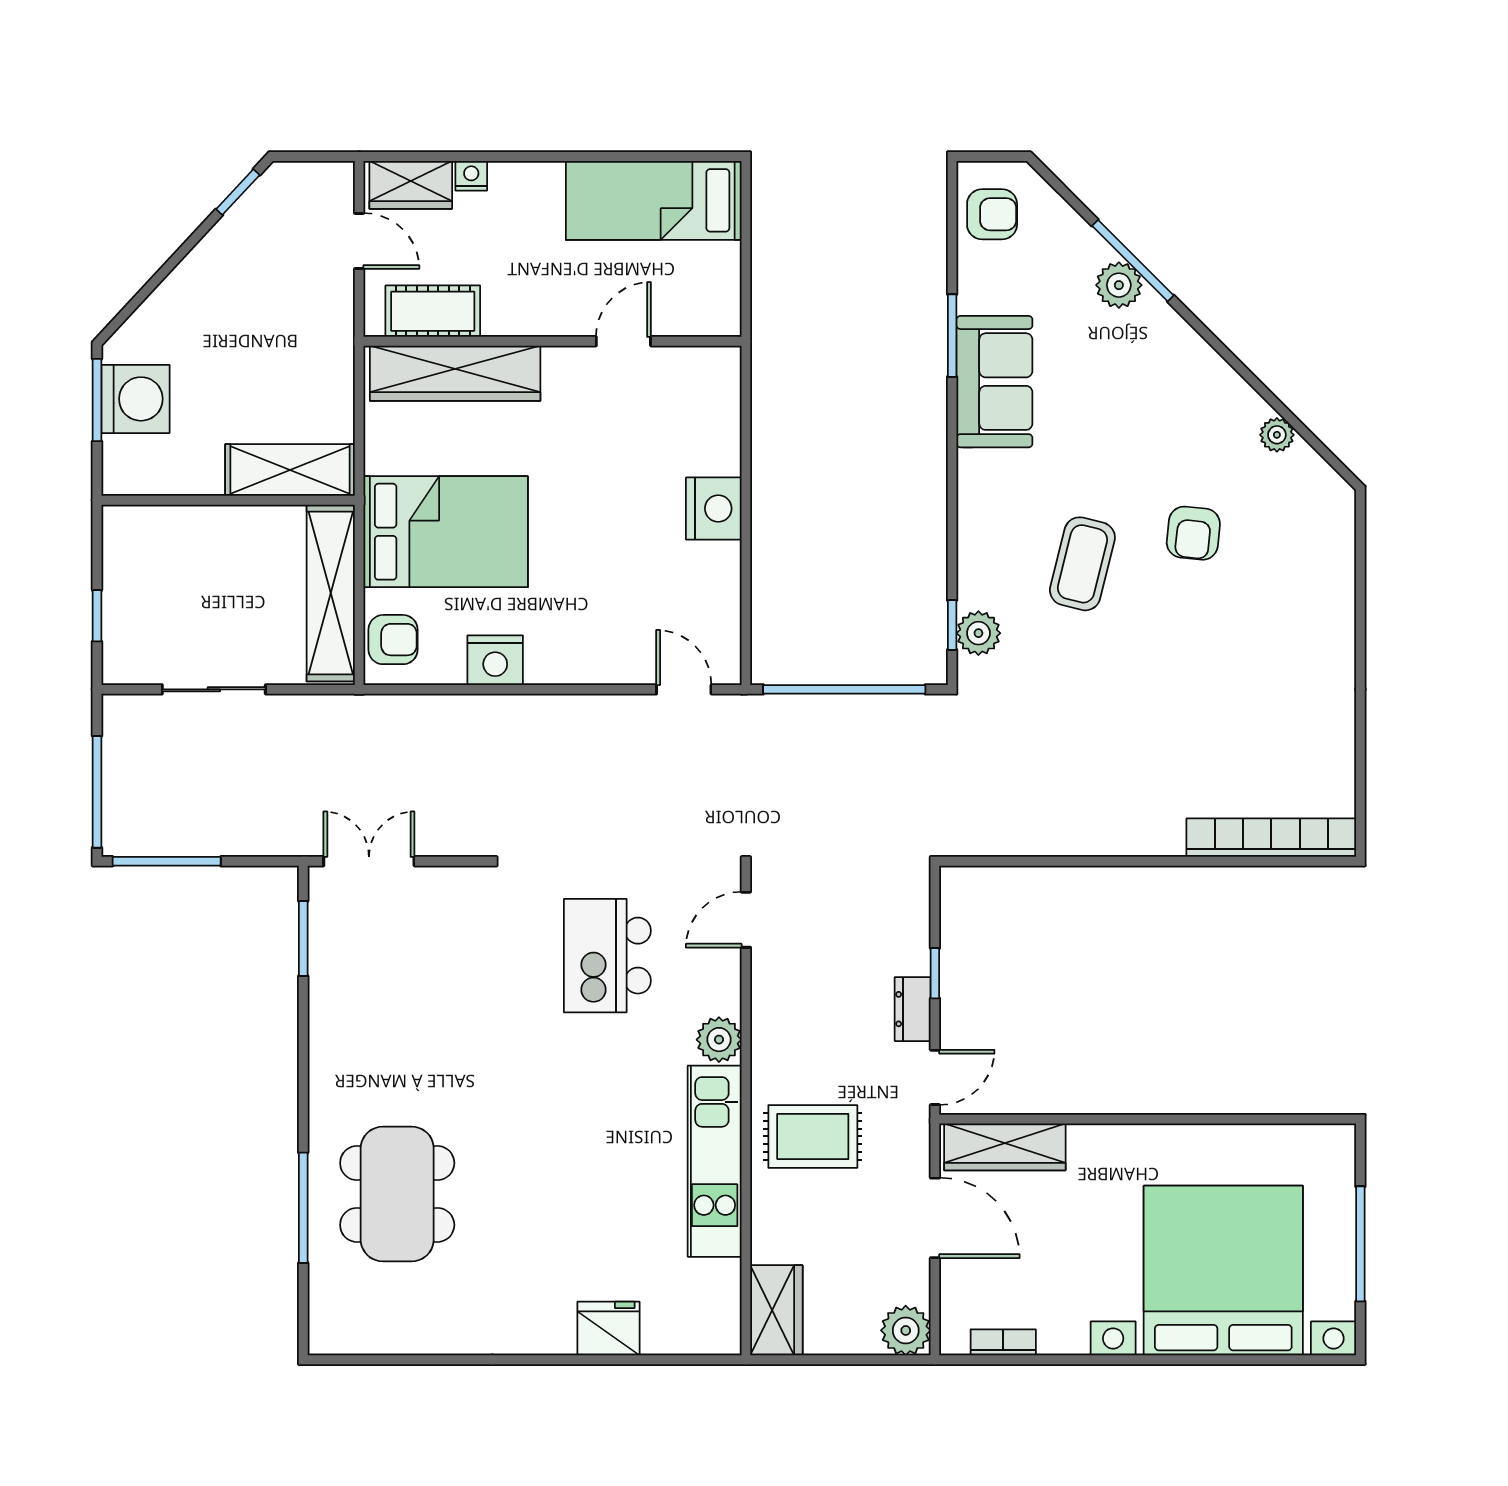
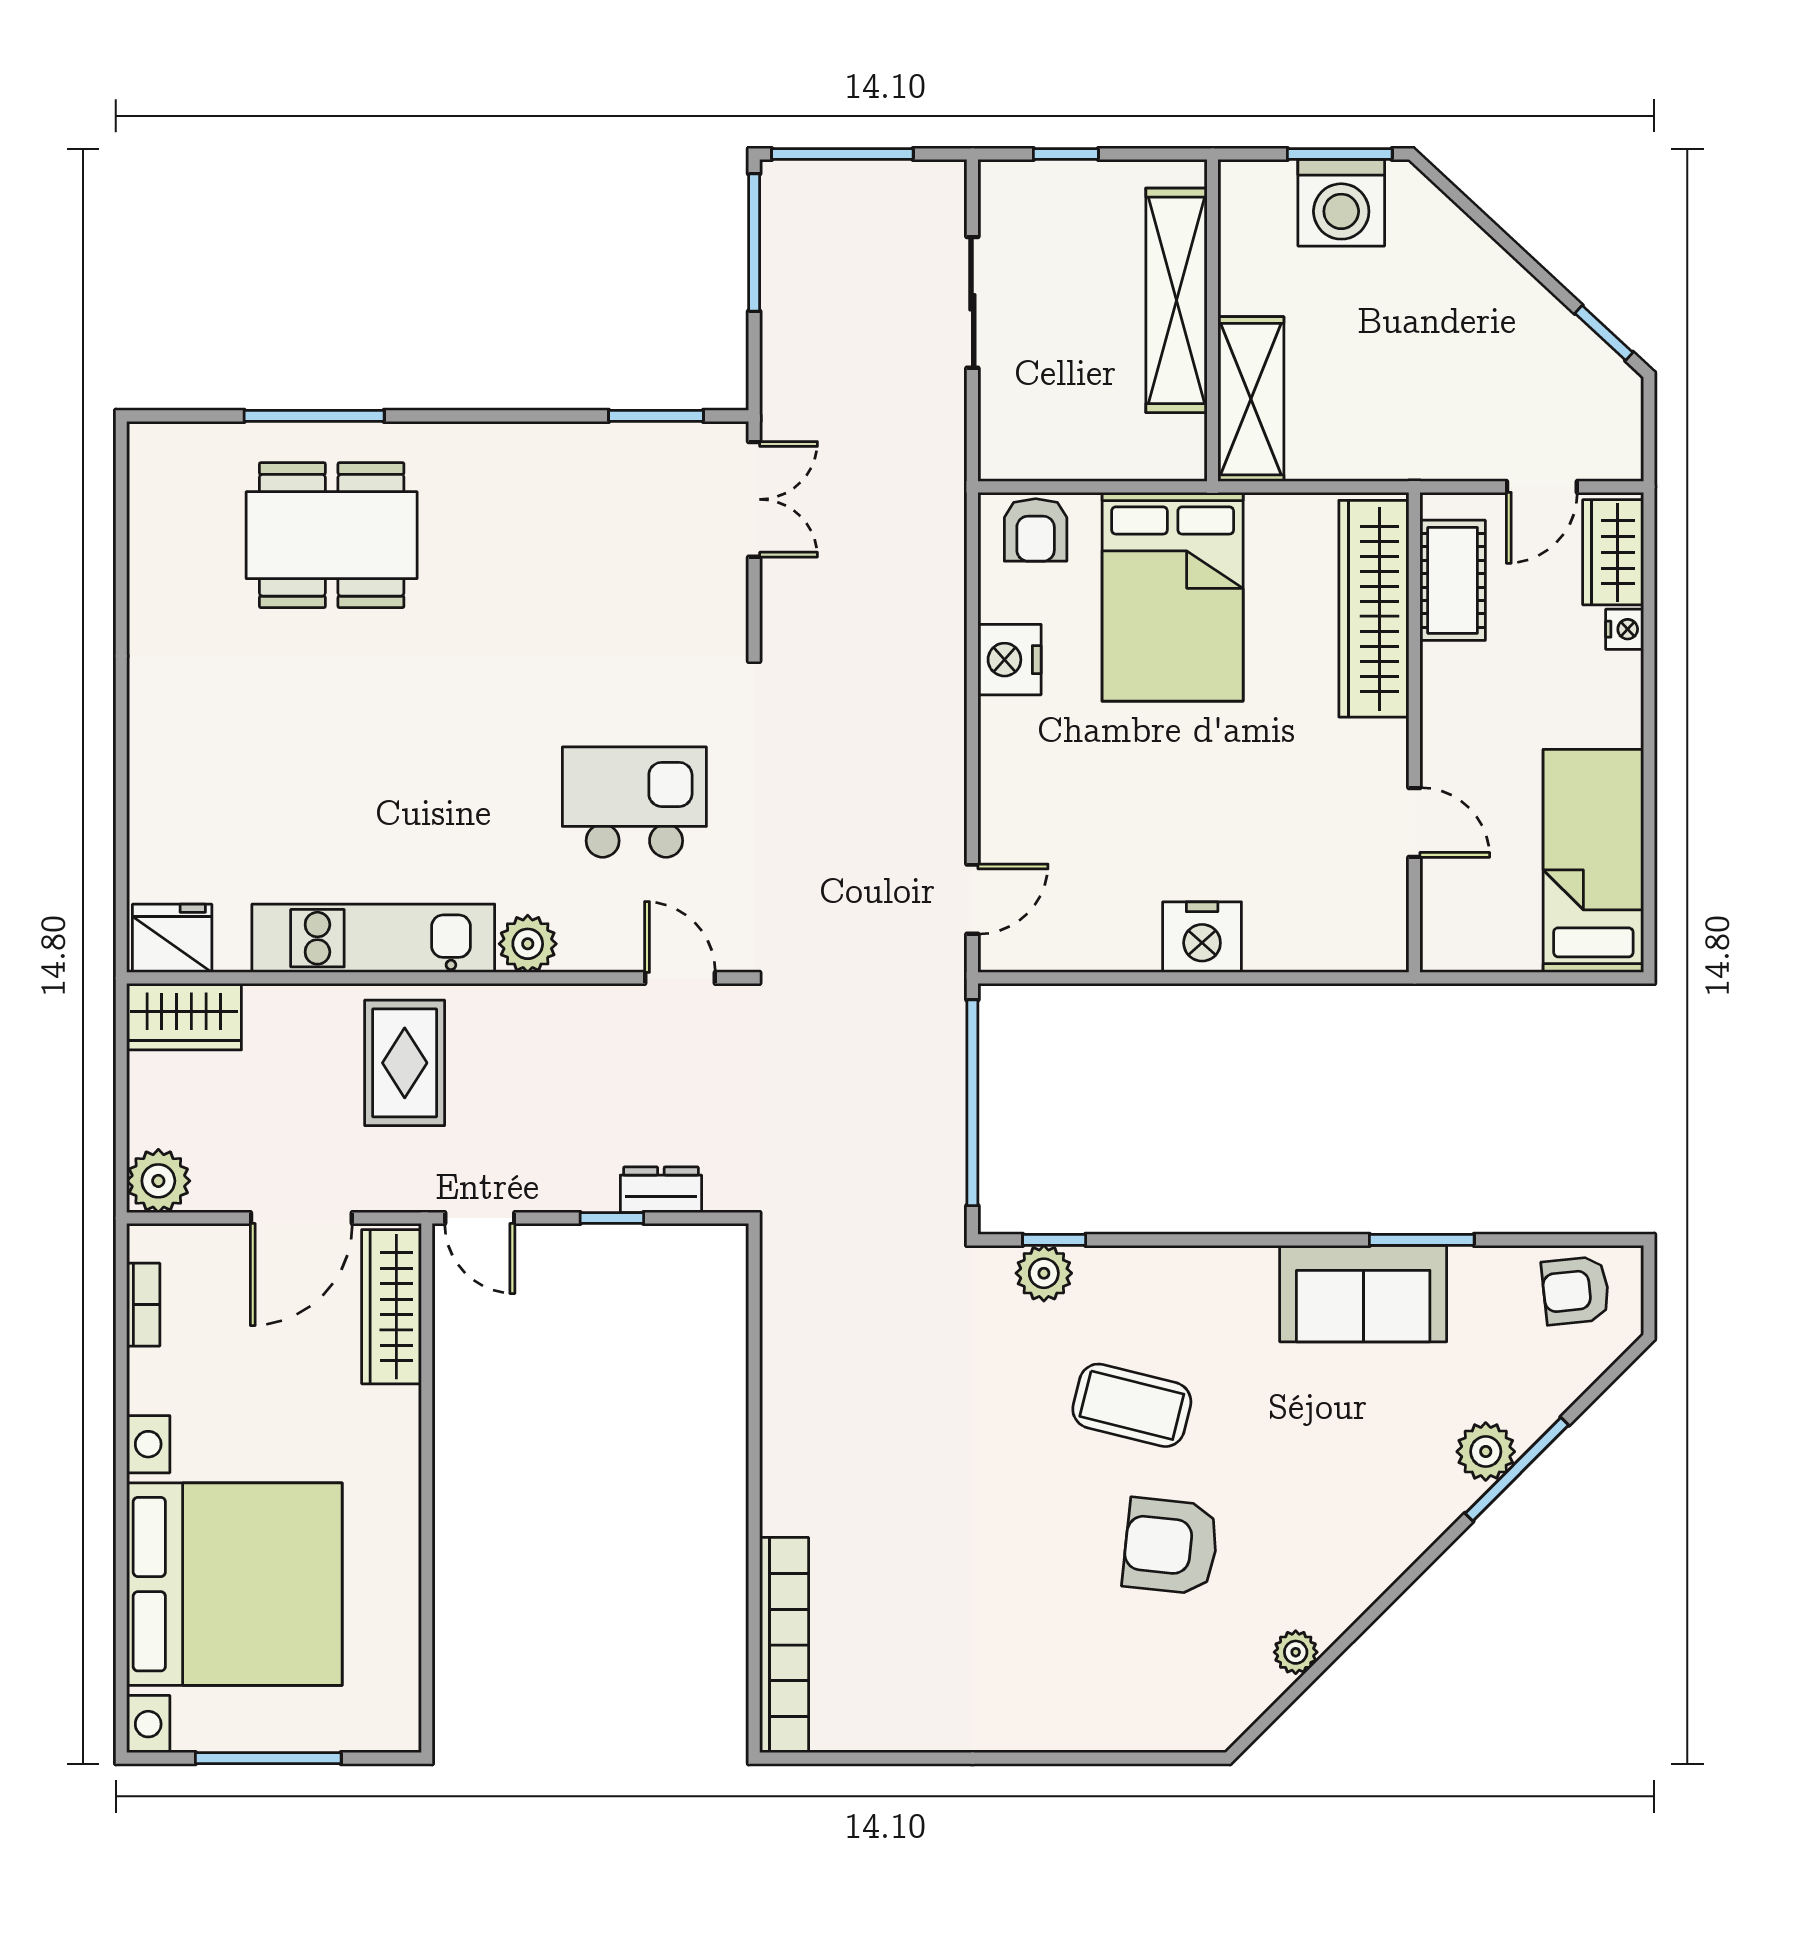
armchair: (992, 214) -> (1576, 1291), turned 84
armchair: (1193, 533) -> (1171, 1546), width x1.38, depth x1.38
shelving: (331, 593) -> (1176, 300), moved, turned 90
dresser: (913, 1009) -> (661, 1190), moved
fridge: (609, 1329) -> (172, 938), moved, turned -90

